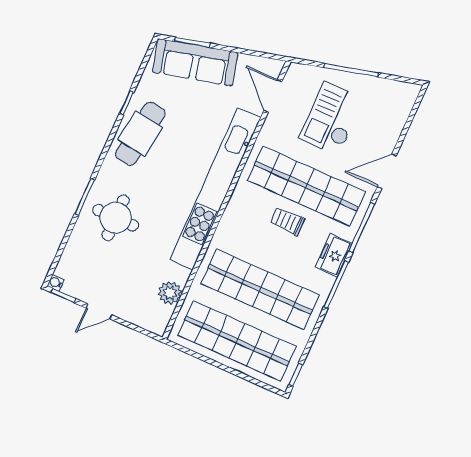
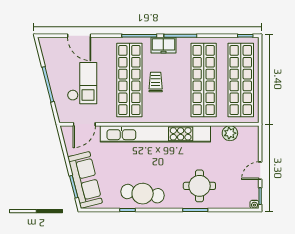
checkout: (332, 119) -> (82, 83), turned -90
door: (387, 171) -> (79, 36), moved
trolley: (287, 221) -> (156, 82), turned 180
door: (99, 311) -> (260, 171), swing flipped

